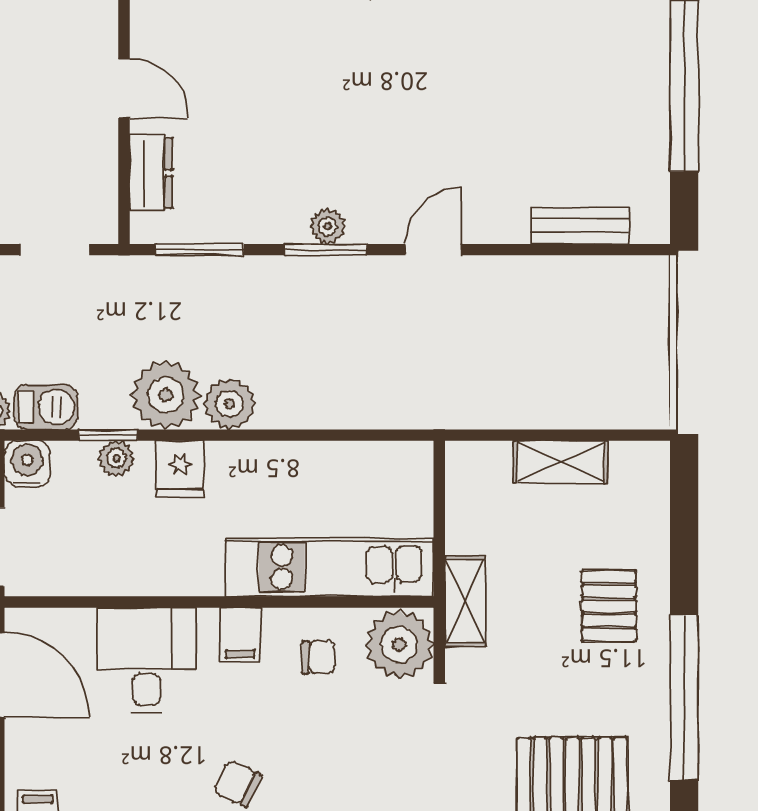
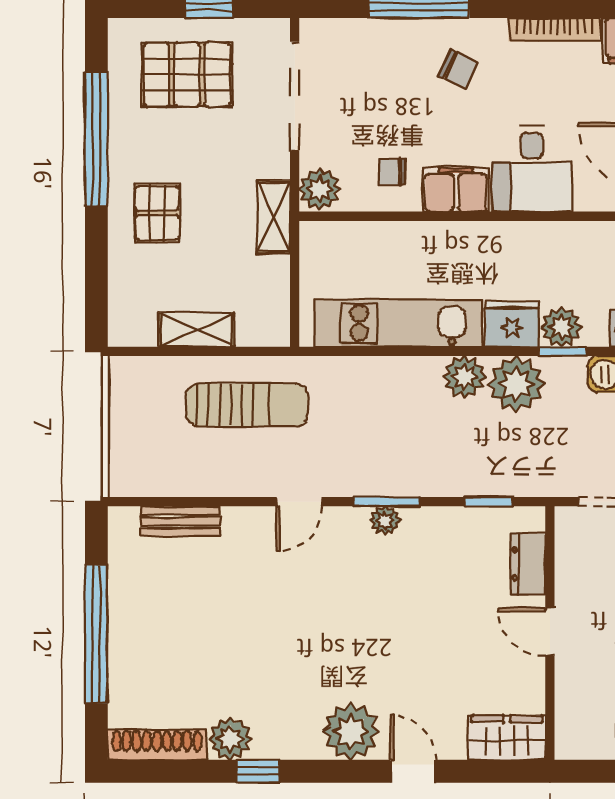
window: (200, 250) -> (489, 502), width x0.67
sun lounger: (498, 369) -> (247, 405), added
plant: (116, 458) -> (561, 327), width x1.38, depth x1.38
fridge: (180, 469) -> (512, 324), width x1.38
kitchen unit: (330, 567) -> (398, 323), moved, turned 180
filing cabinet: (240, 635) -> (456, 190), width x2.00
plant: (399, 645) -> (320, 189), width x0.73, depth x0.73

